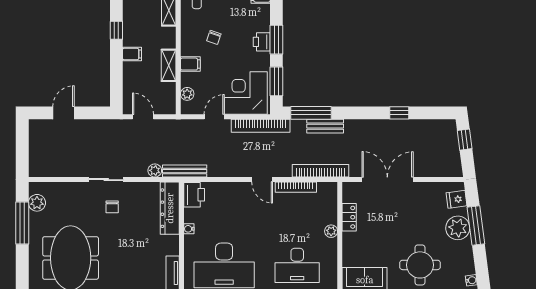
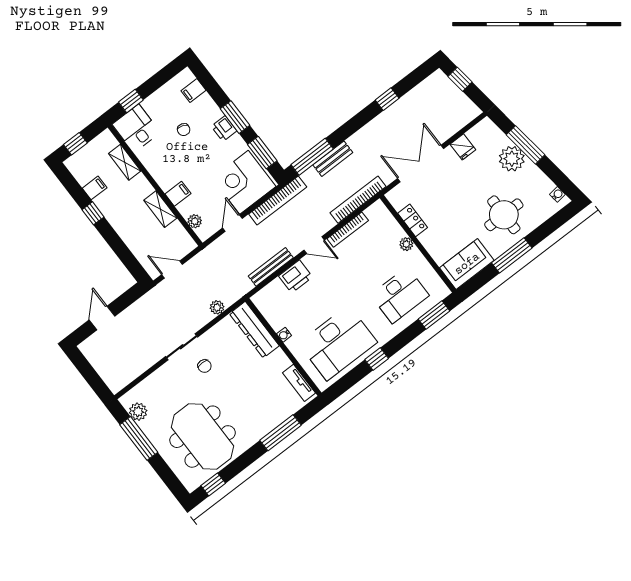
chair: (214, 37) -> (184, 130), moved
filing cabinet: (132, 54) -> (95, 188), moved
bench: (185, 171) -> (271, 267), moved
printer: (194, 195) -> (296, 276), moved, turned 90
fridge: (457, 199) -> (463, 147), moved, turned -83

